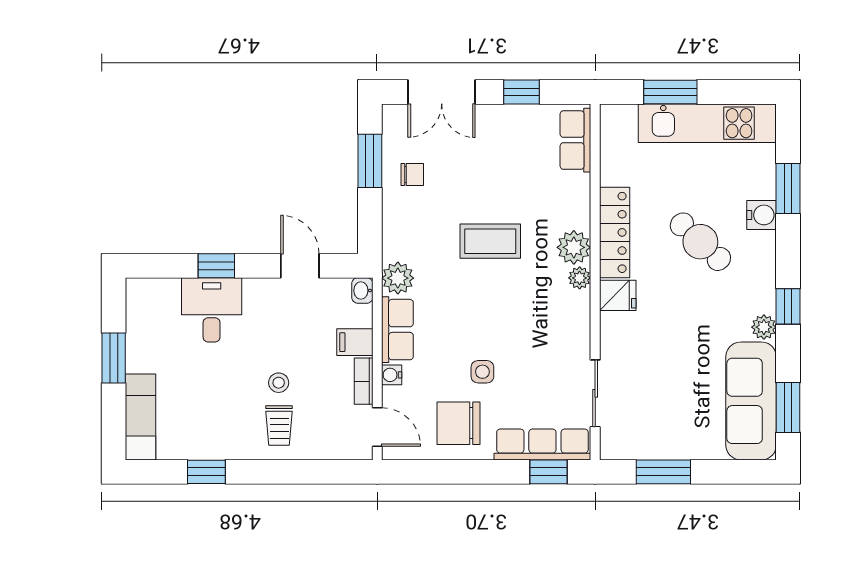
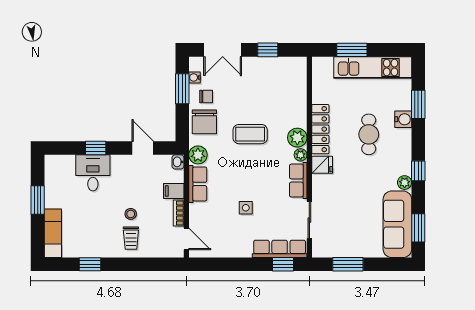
row of seats: (575, 140) -> (298, 181), moved
cafe table: (700, 242) -> (369, 134), turned 47
water cooler: (392, 375) -> (194, 77), moved
chair: (458, 423) -> (204, 122), moved, turned -90

